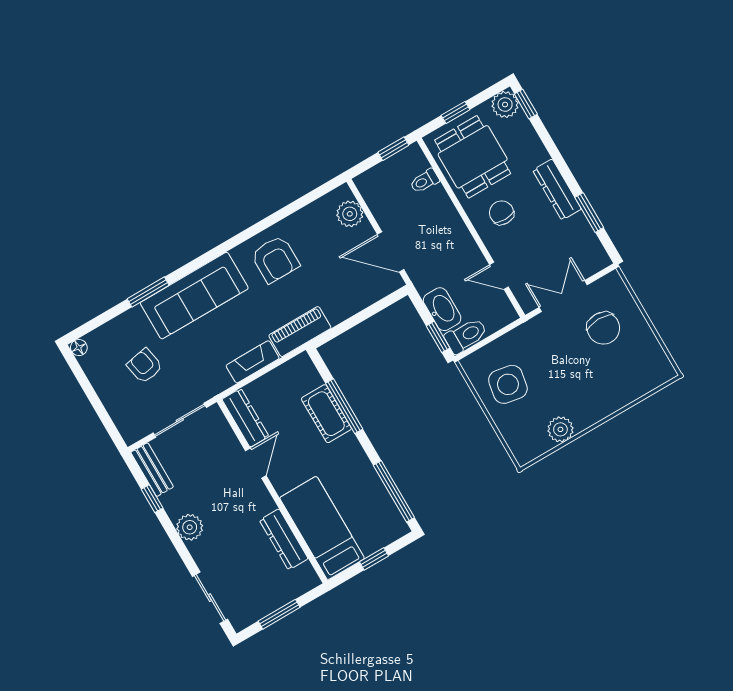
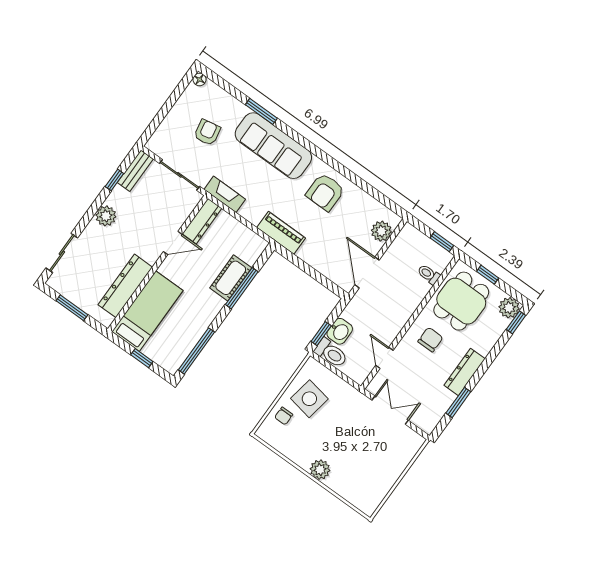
washbasin: (442, 309) -> (340, 331), width x0.72
chair: (603, 328) -> (284, 416), moved, width x0.54, depth x0.54
fireplace: (253, 362) -> (225, 194), moved
plant: (560, 429) -> (320, 470), moved
dresser: (284, 539) -> (125, 286), width x1.37, depth x1.24

